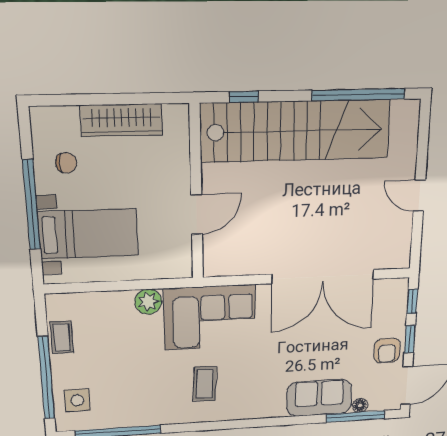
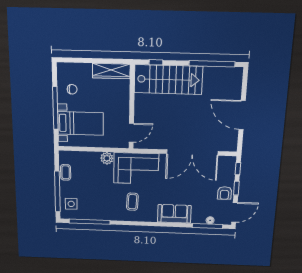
wardrobe: (121, 120) -> (111, 71), moved
stairs: (296, 131) -> (168, 80), width x0.73
door: (419, 195) -> (242, 115), width x1.88
door: (197, 214) -> (131, 133), moved
sofa: (319, 398) -> (174, 214), moved

